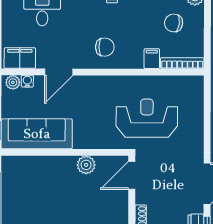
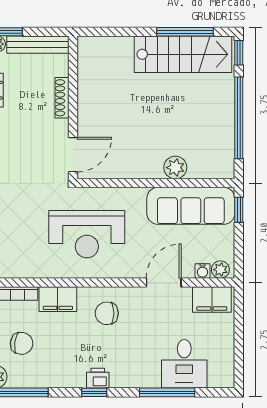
filing cabinet: (152, 59) -> (58, 299), width x2.00
reception desk: (147, 118) -> (87, 234), moved
plant: (86, 165) -> (175, 168), moved

